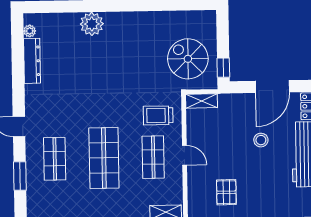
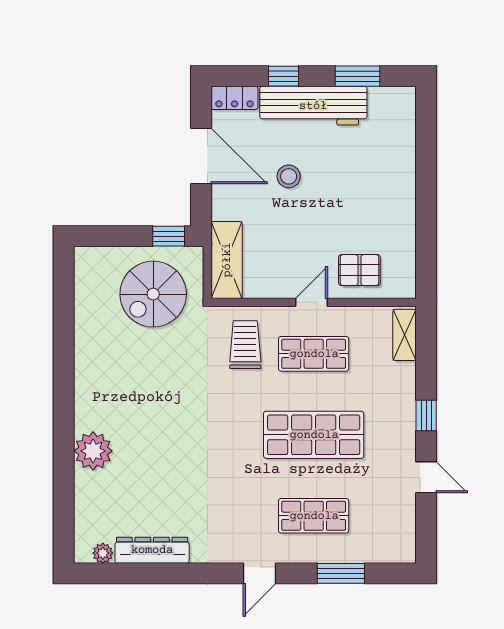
shelving: (202, 101) -> (227, 260), width x1.50, depth x1.33
trolley: (158, 115) -> (245, 345), turned 180
pallet: (226, 192) -> (359, 270), moved

